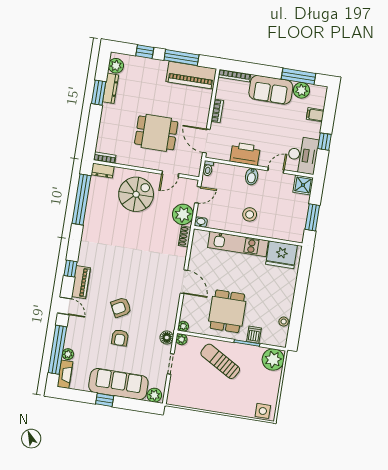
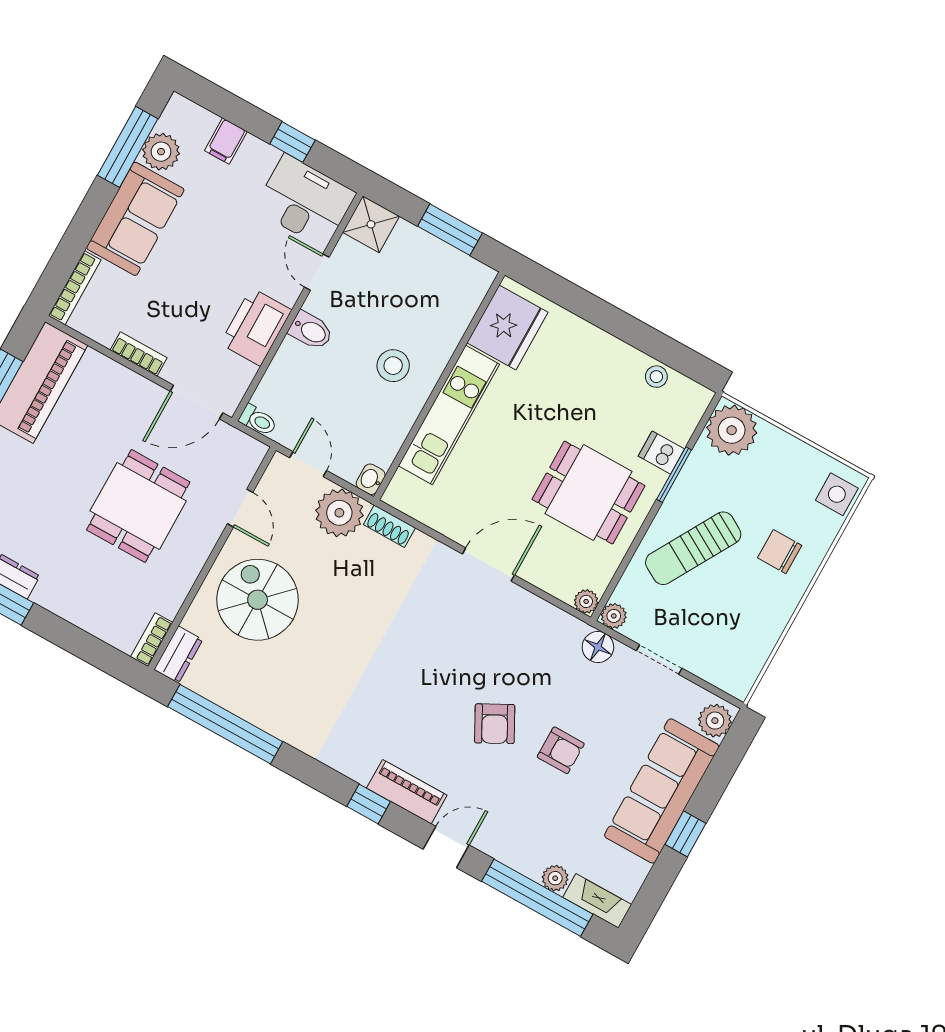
chair: (231, 396) -> (780, 552), added

